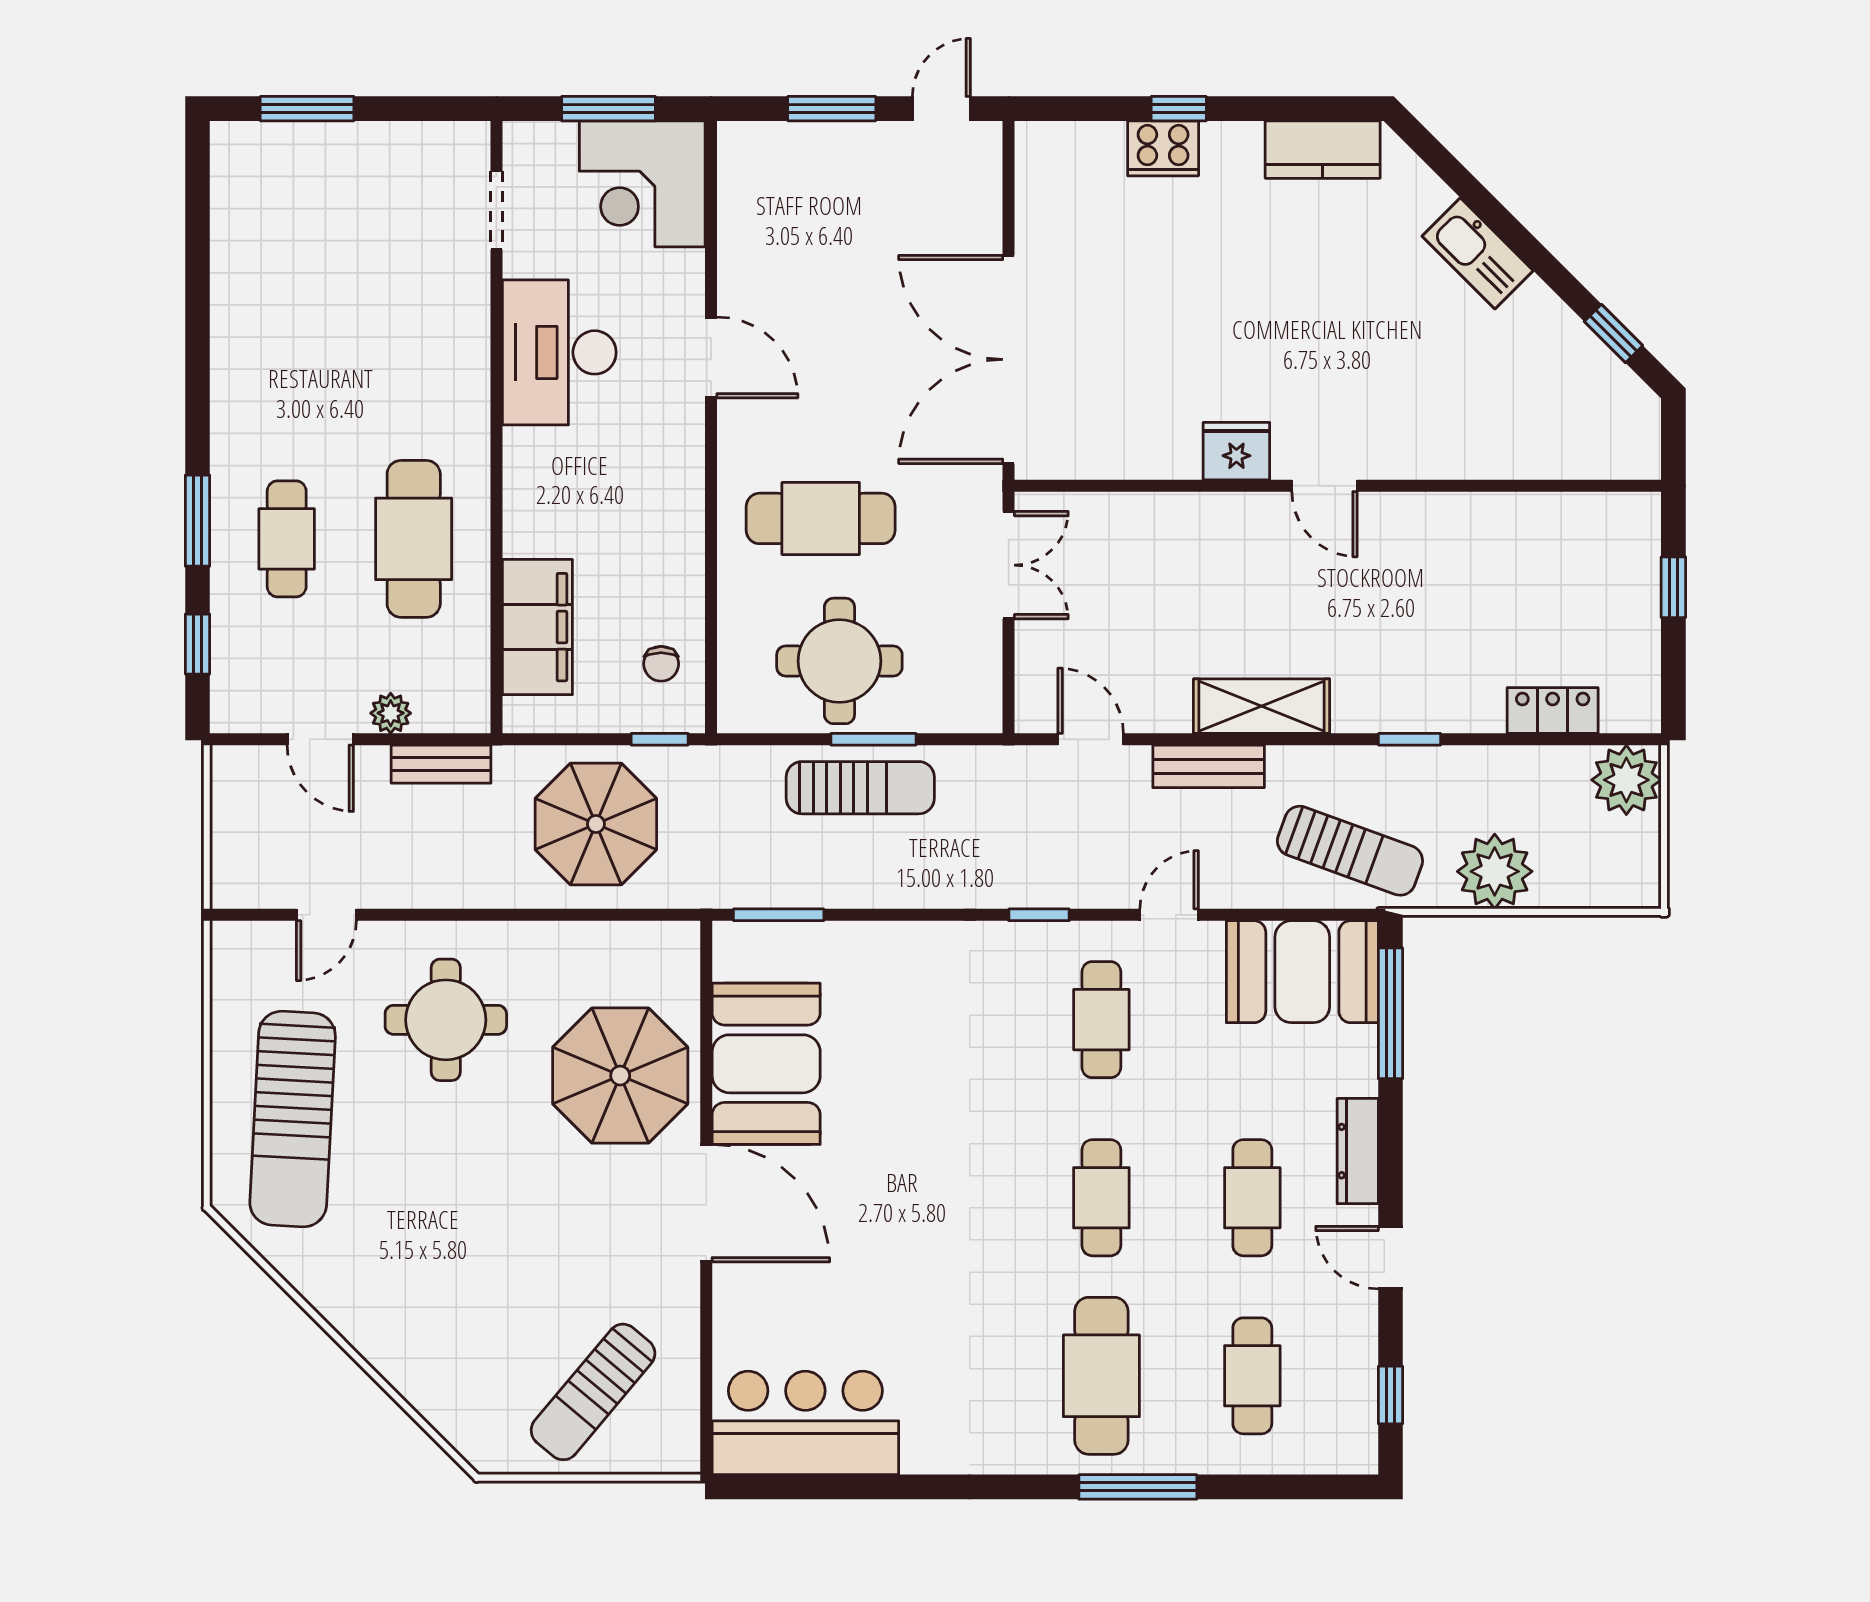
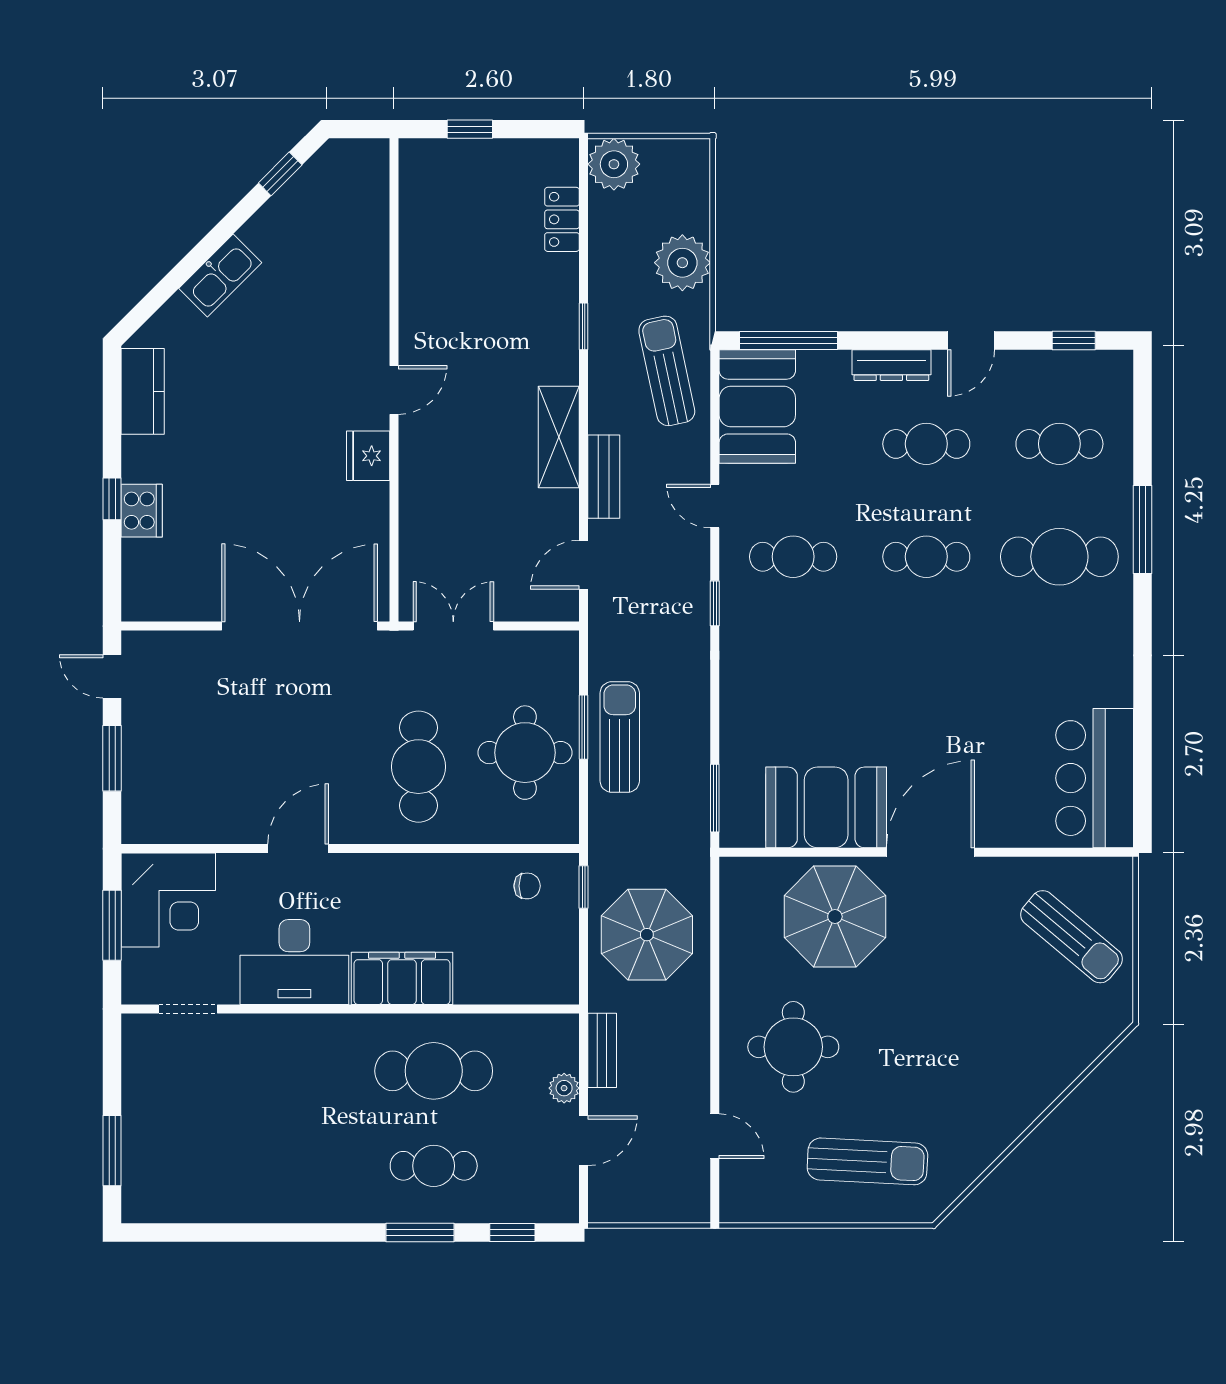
double door: (1009, 359) -> (300, 626), swing flipped
filing cabinet: (537, 627) -> (402, 978), moved
sun lounger: (1350, 851) -> (667, 371), turned -32
sun lounger: (293, 1119) -> (867, 1161), width x0.73, depth x0.75

